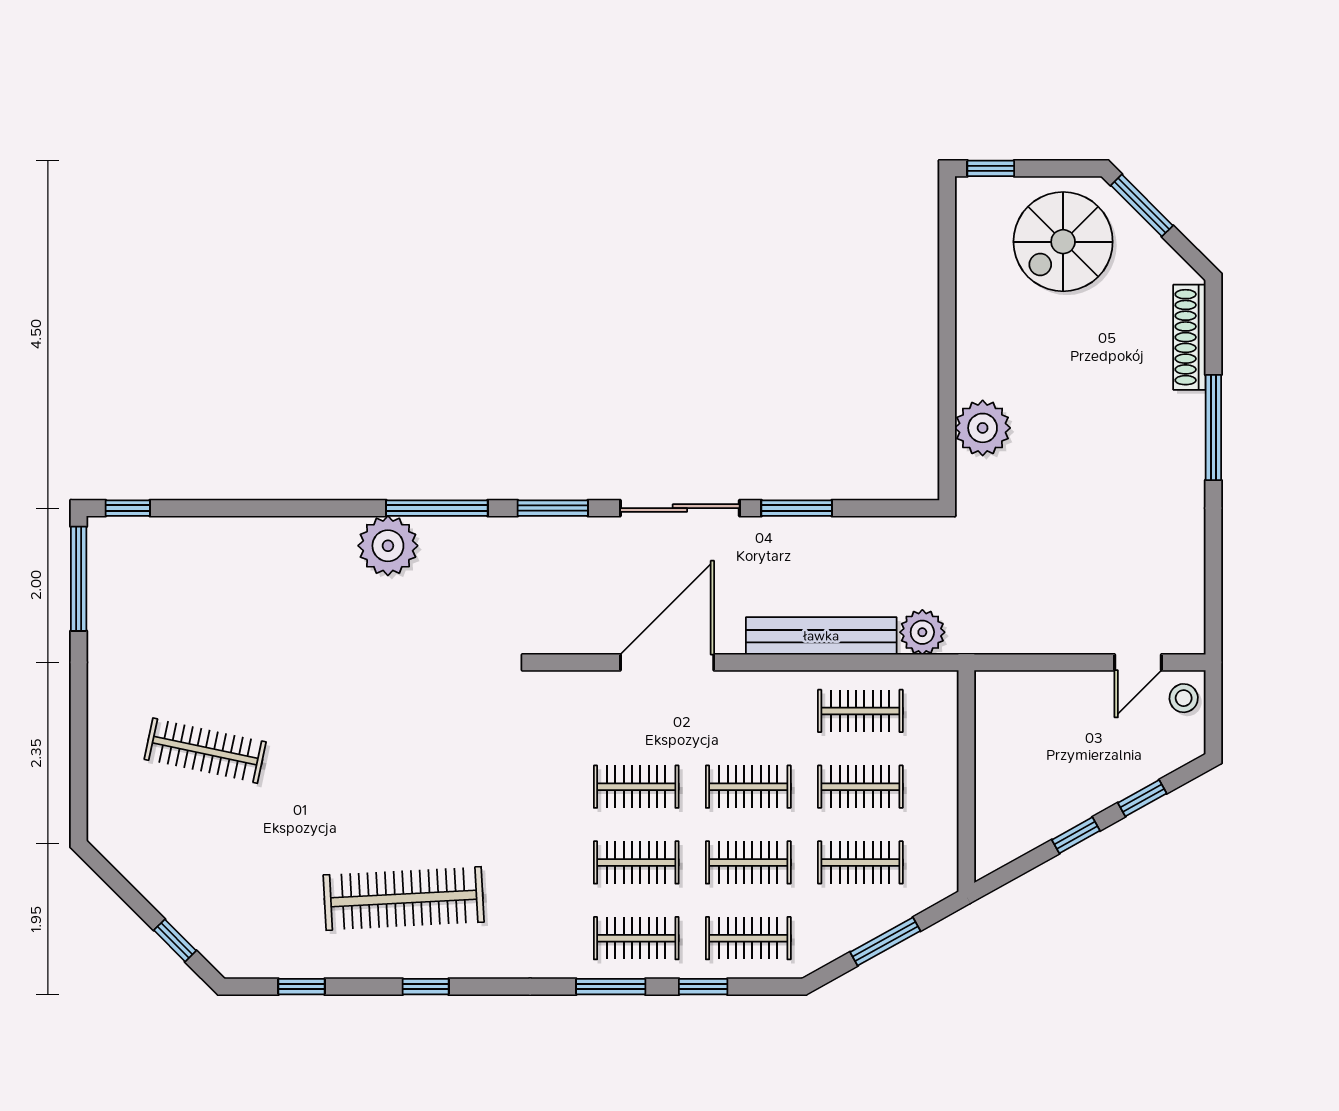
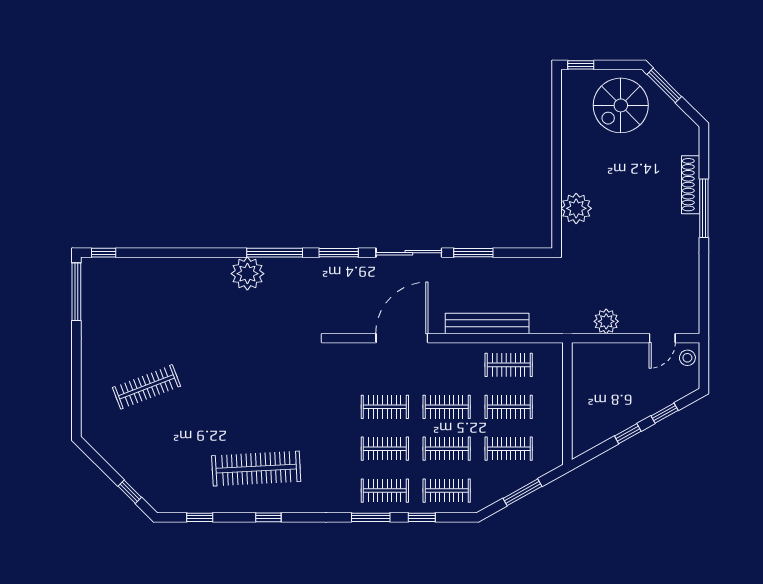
shoe rack: (1189, 337) -> (691, 185), moved
plant: (922, 632) -> (606, 321), moved
clothes rail: (205, 751) -> (146, 387), turned -33

